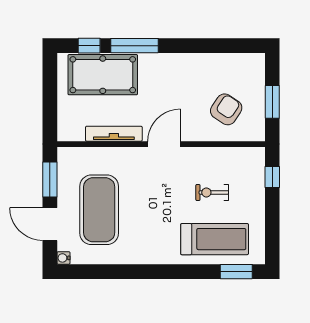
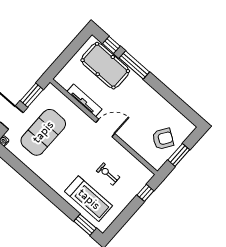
armchair: (226, 109) -> (163, 139), moved

